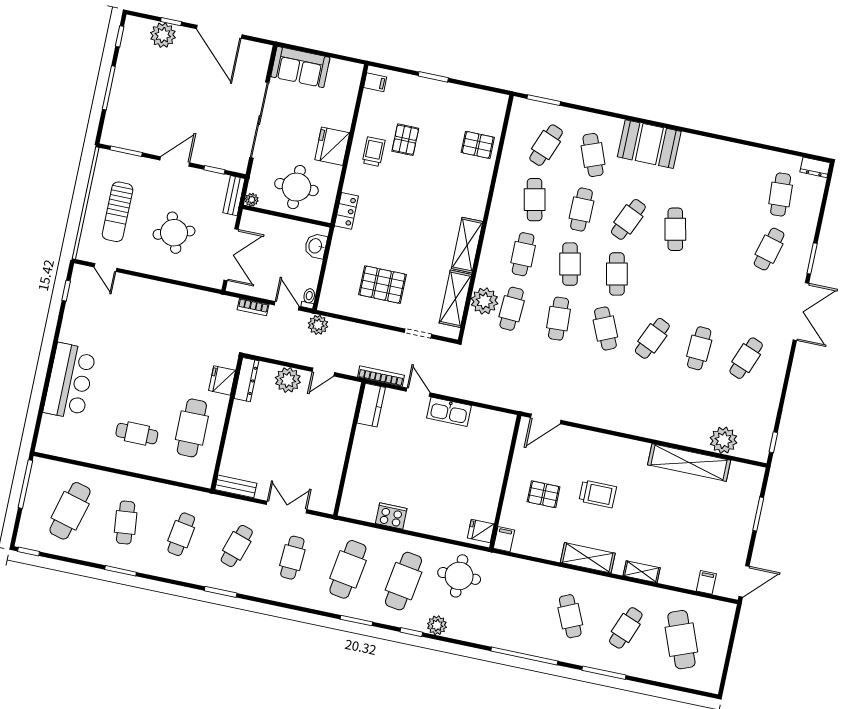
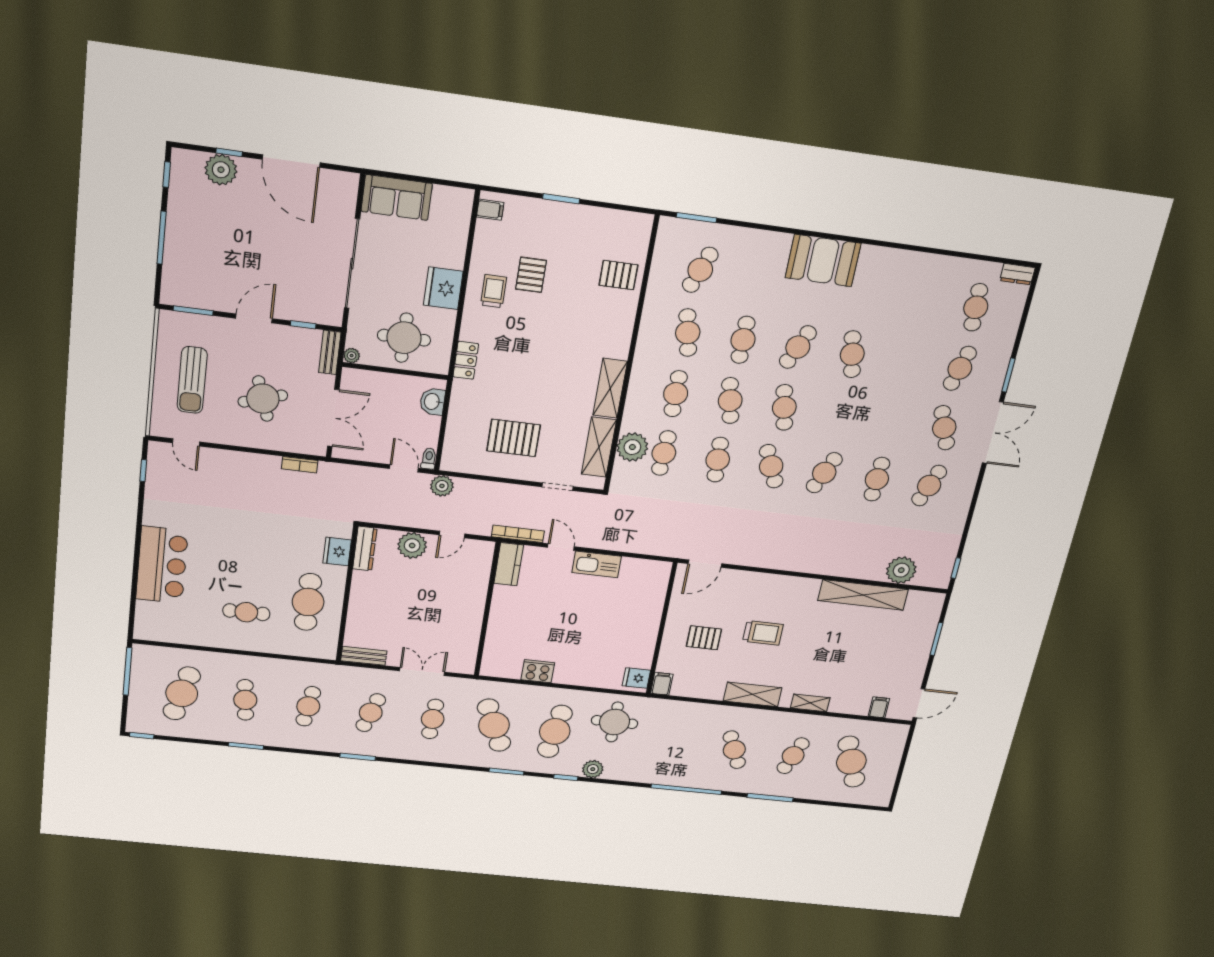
cafe table: (593, 155) -> (944, 428), moved
bookcase: (253, 307) -> (300, 465), moved
cafe table: (348, 569) -> (494, 725), turned -33

